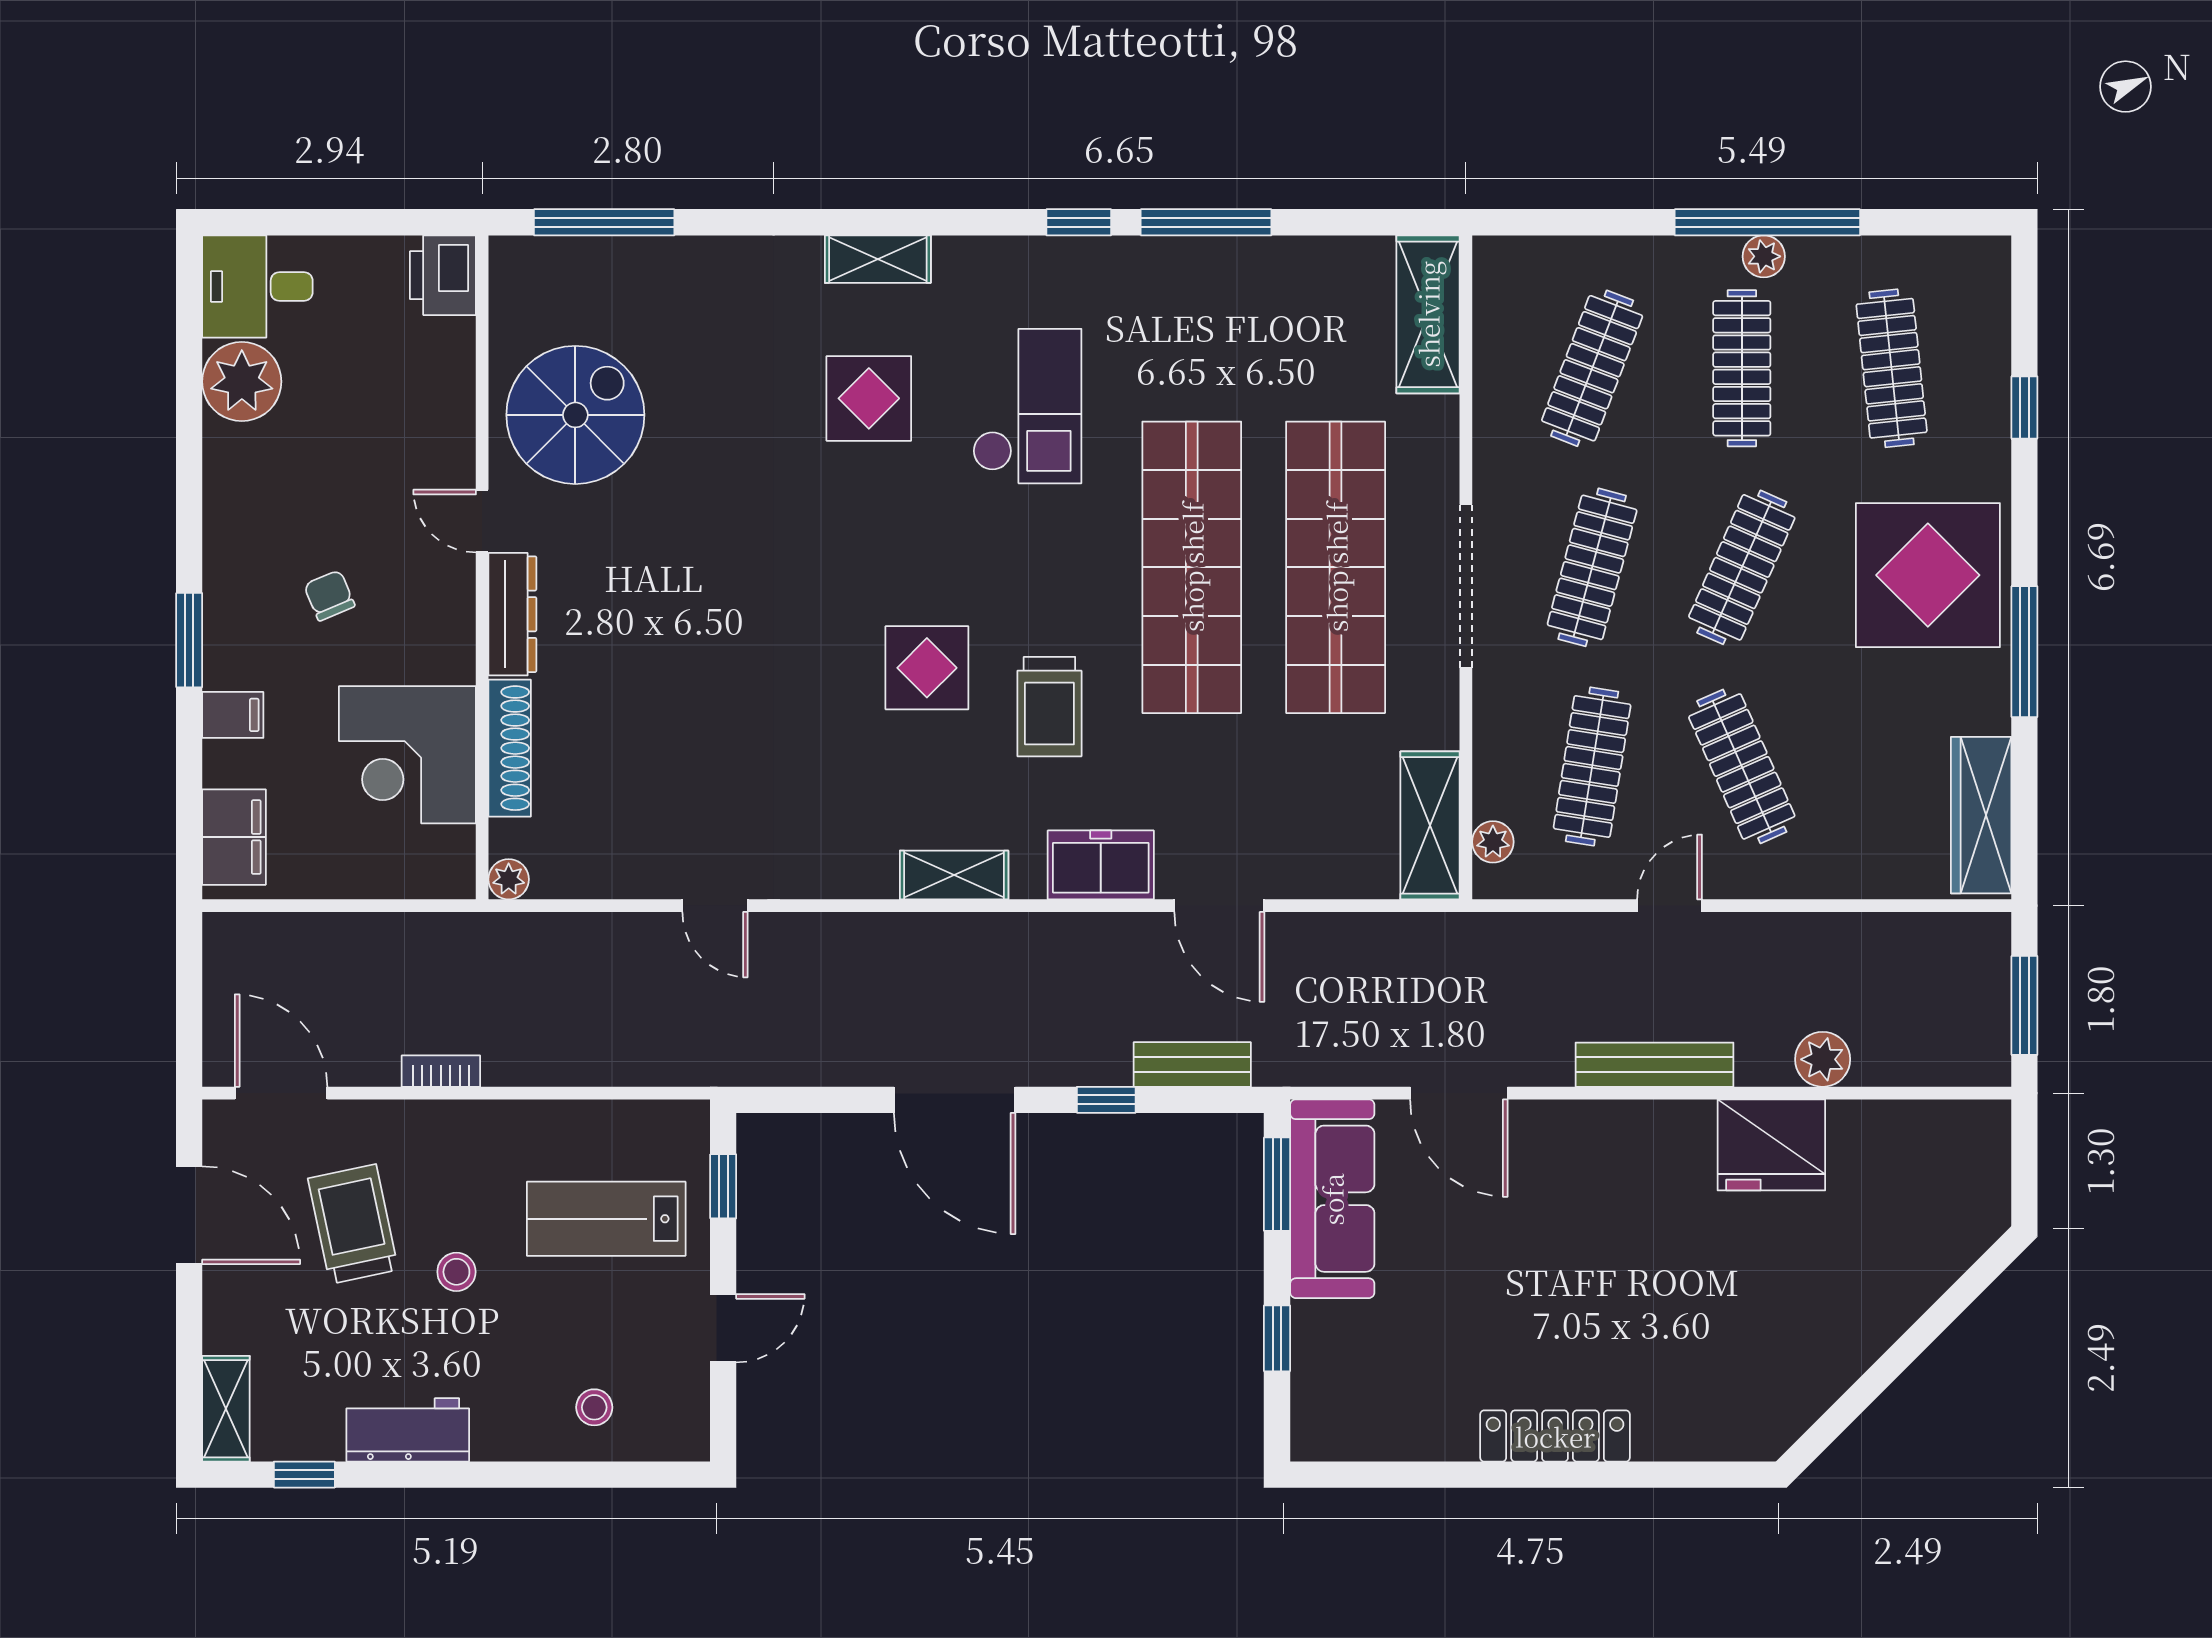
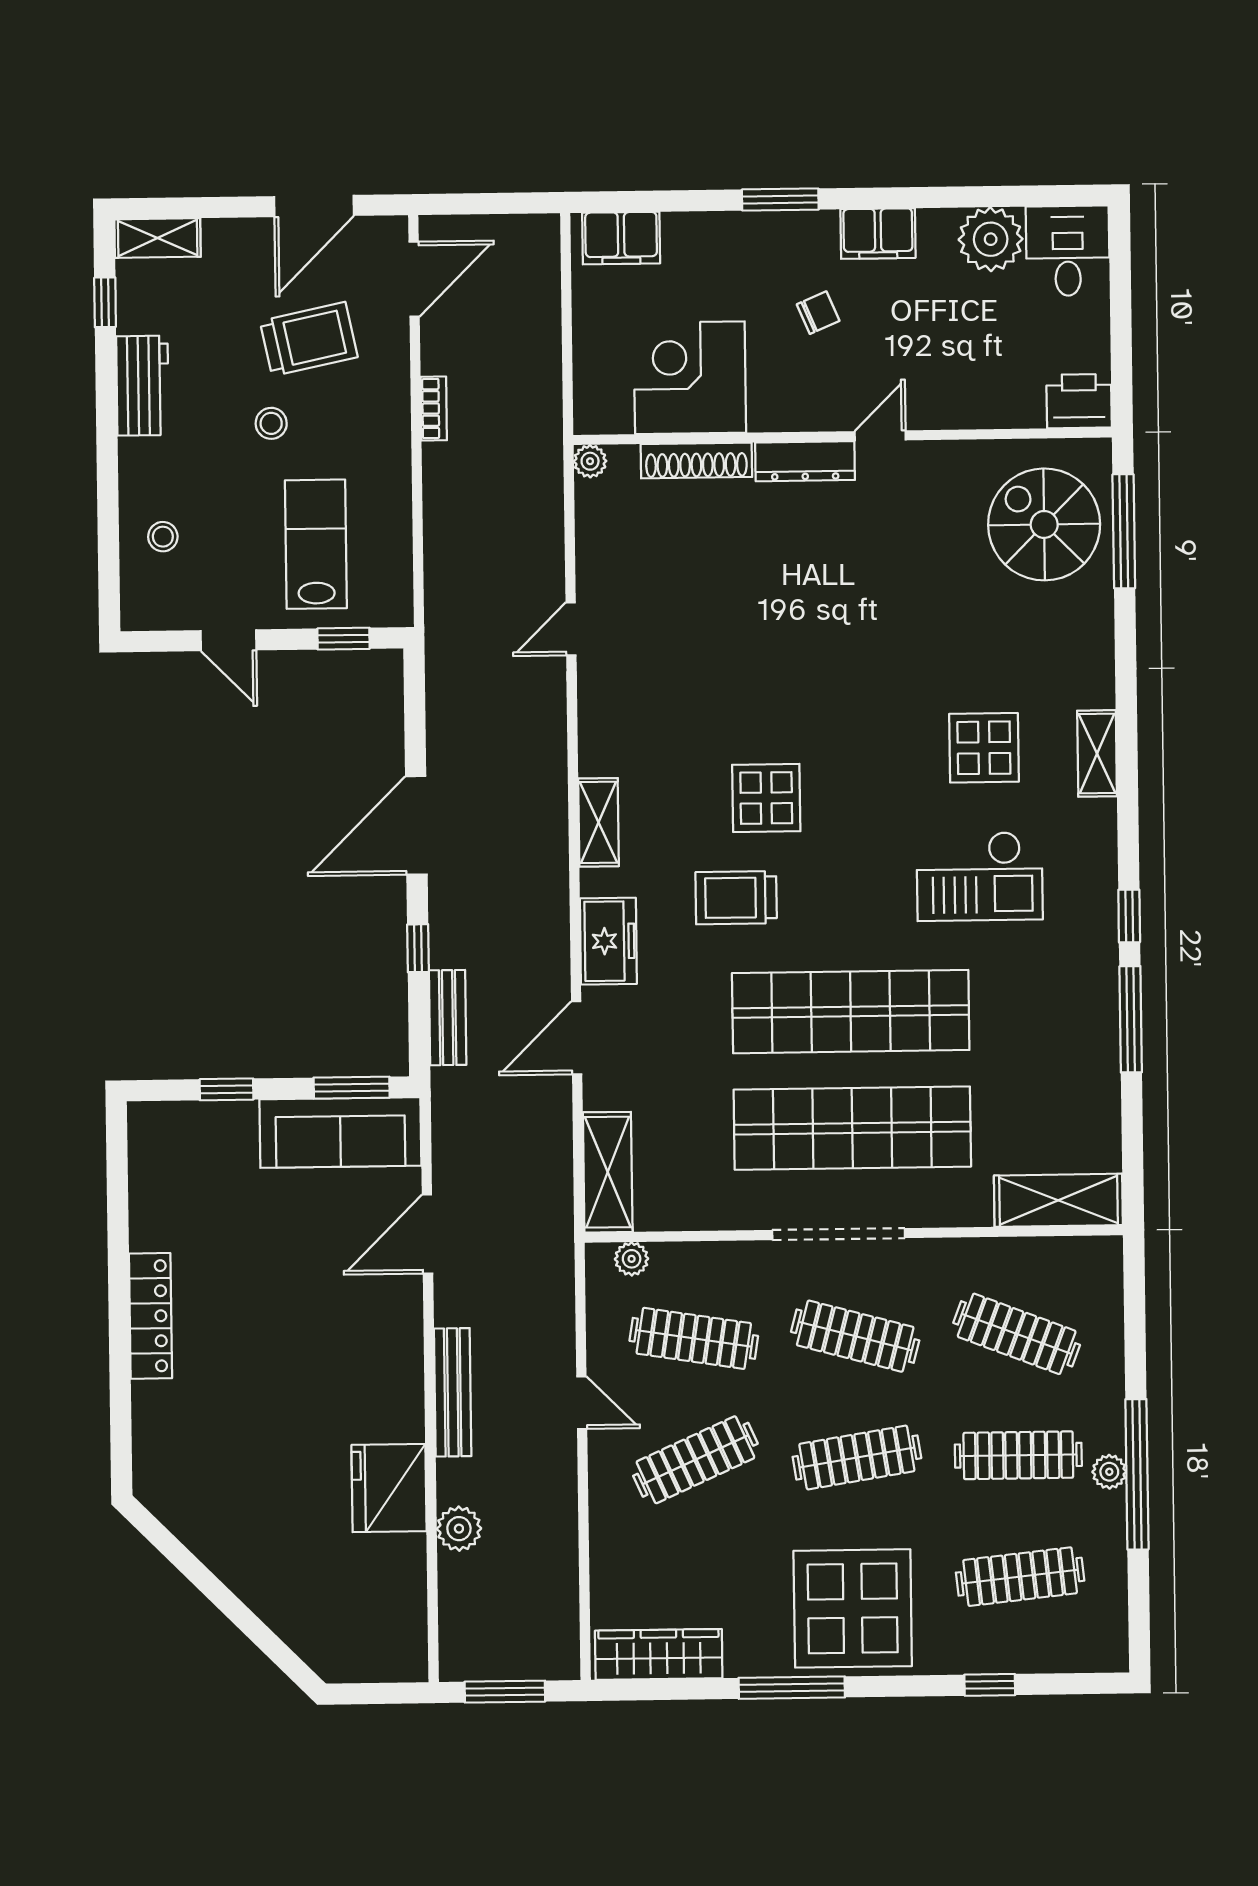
spiral stairs: (575, 415) -> (1044, 524), moved, turned 180
clothes rail: (1742, 567) -> (857, 1458), turned -33
filing cabinet: (233, 715) -> (878, 234), moved, width x2.00
shelving: (1430, 825) -> (608, 1172), moved, turned 90

